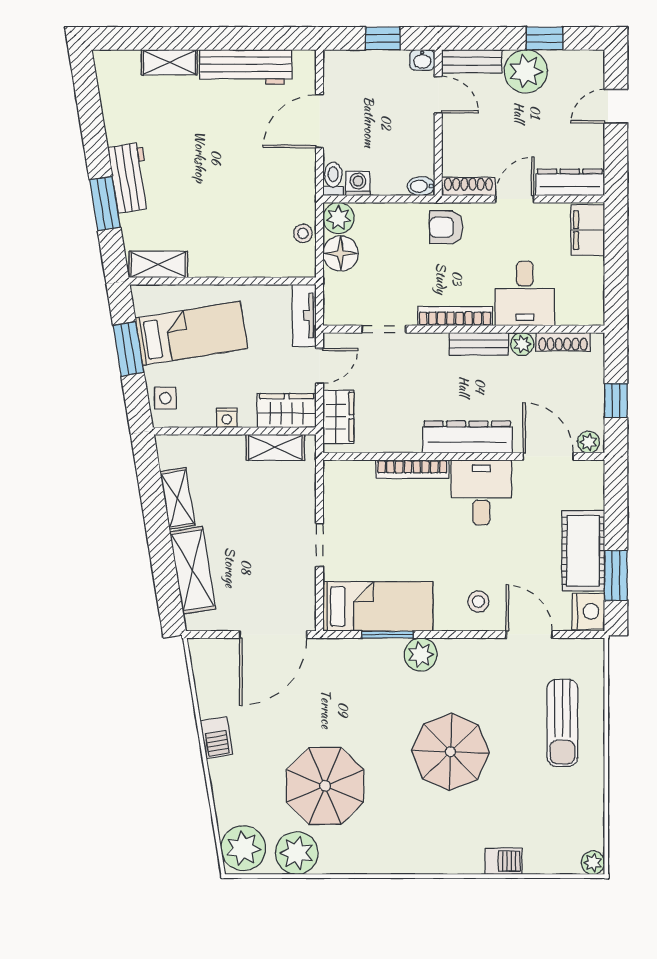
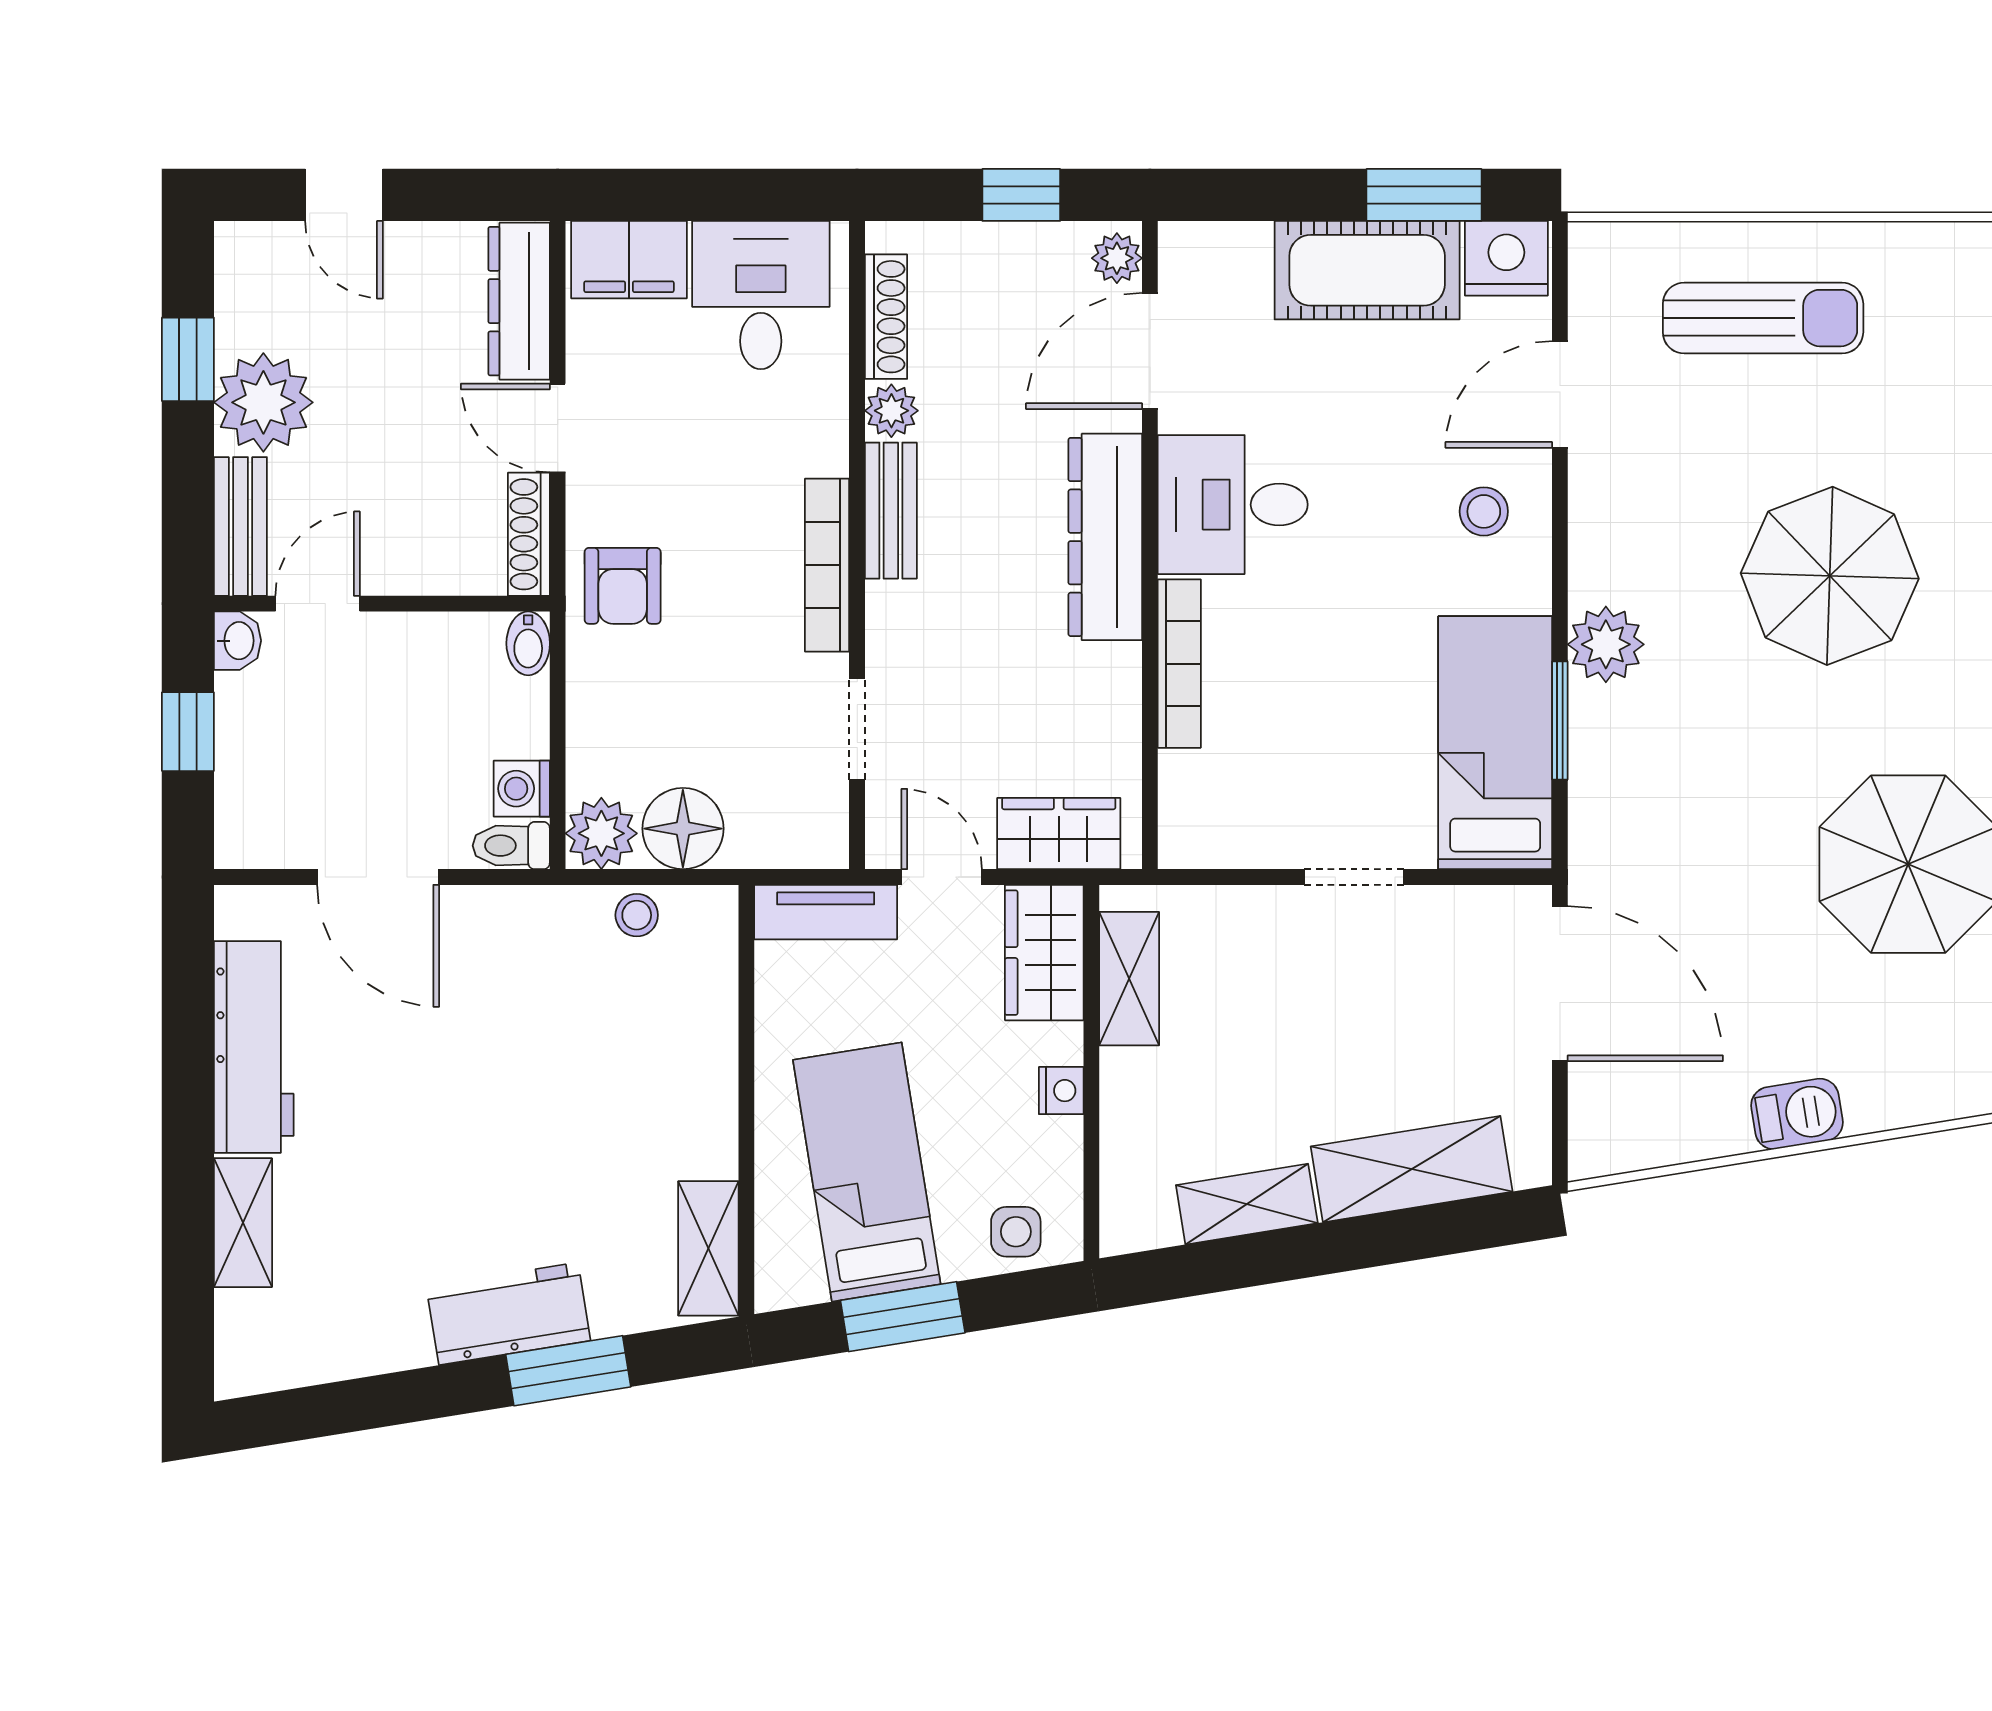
desk: (525, 294) -> (761, 295), moved, turned -90

